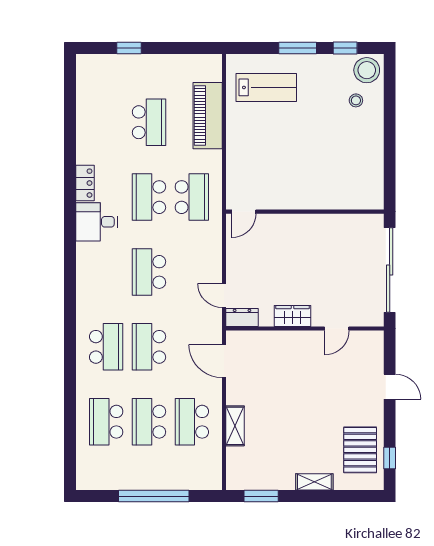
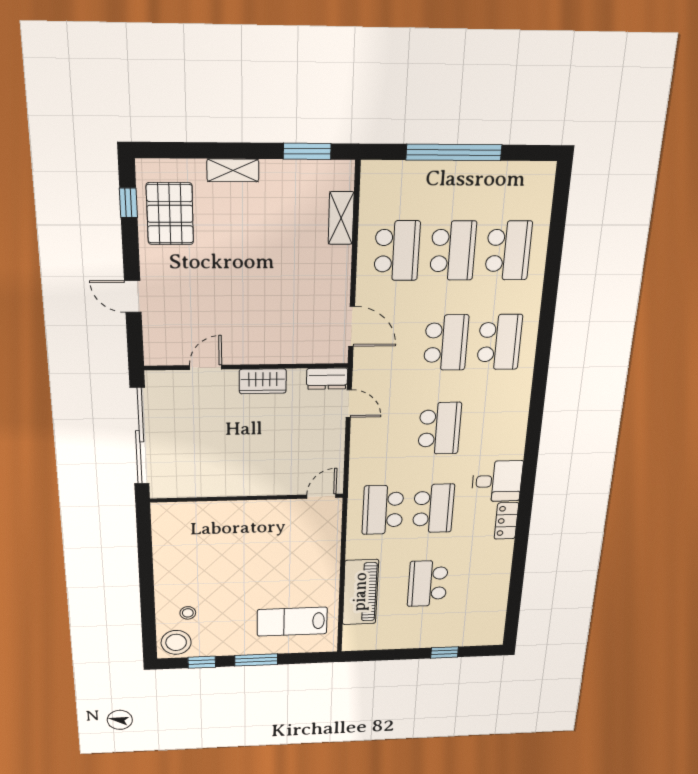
school desk: (106, 347) -> (499, 342), turned 180
shelving: (235, 426) -> (341, 218), moved

